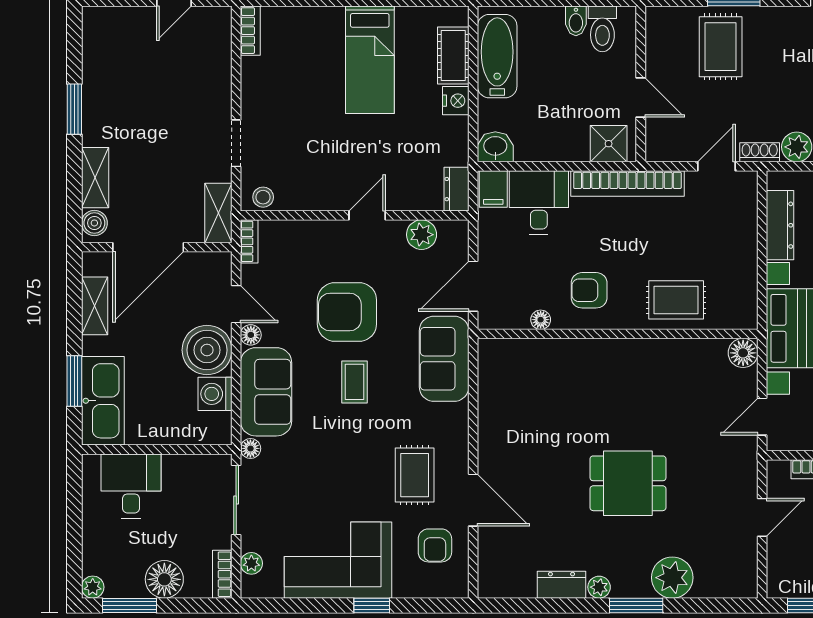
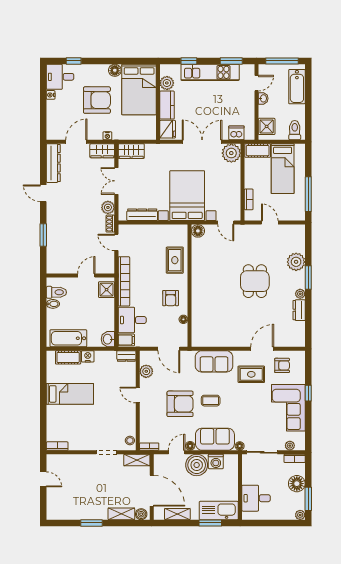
rug: (721, 47) -> (64, 241), removed
armchair: (347, 312) -> (180, 404), turned -90
sofa: (444, 359) -> (214, 361), moved

